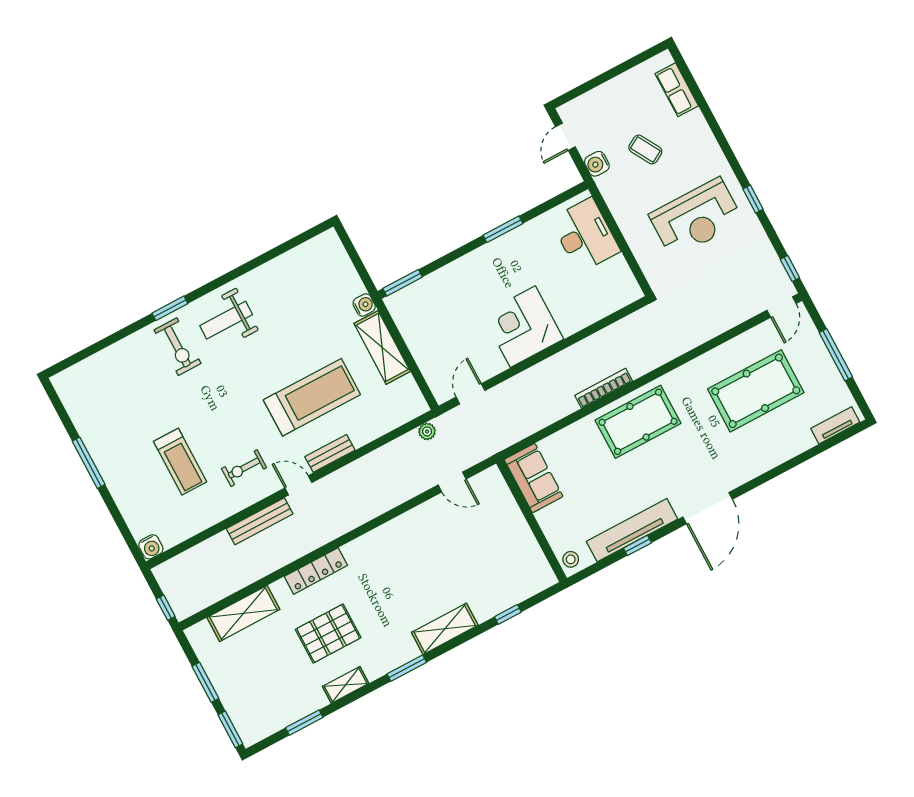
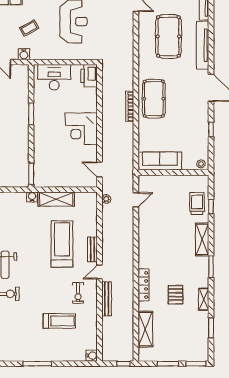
printer: (619, 292) -> (89, 76), added
sofa: (534, 478) -> (160, 161), width x1.36
tv unit: (632, 530) -> (203, 45), moved
trolley: (501, 588) -> (197, 204), added
pallet: (328, 634) -> (176, 295), width x0.67, depth x0.71

